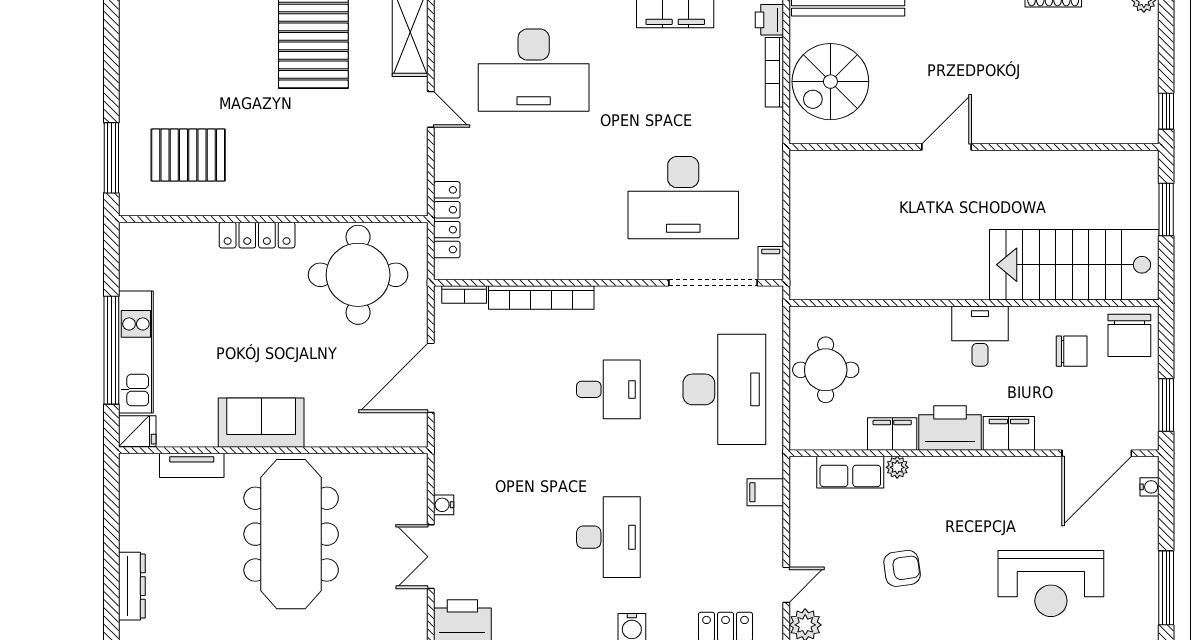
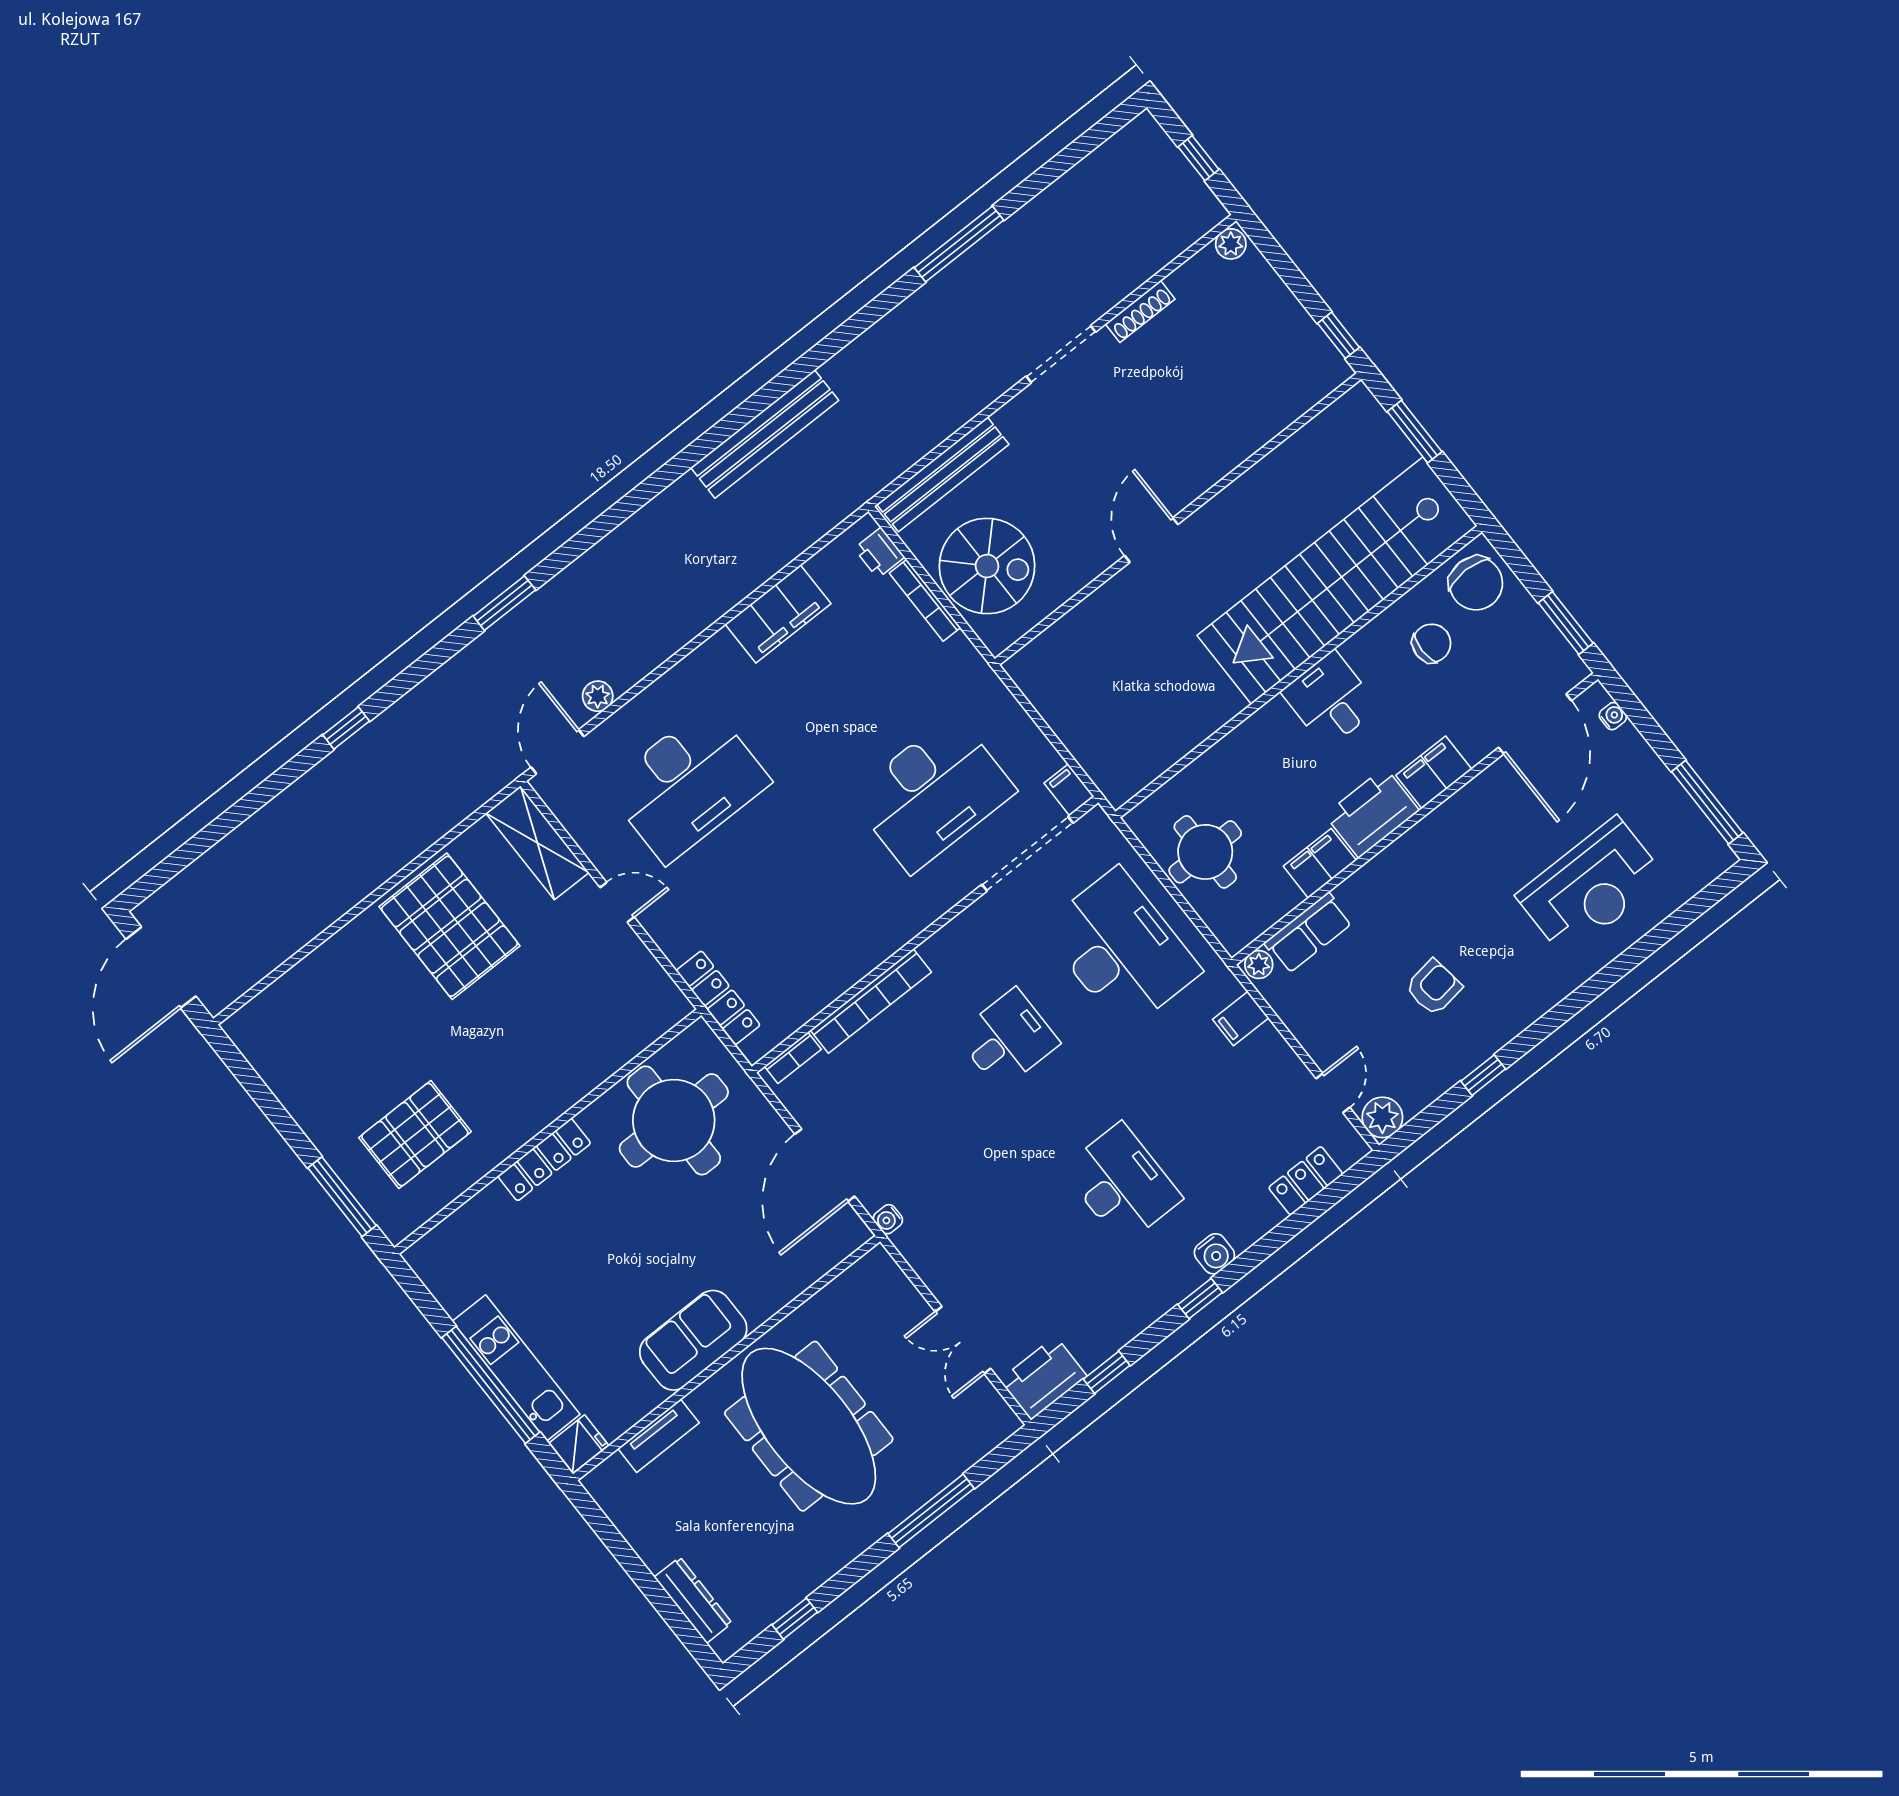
spiral stairs: (830, 82) -> (987, 566), turned -90
stairs: (1074, 265) -> (1337, 581), width x1.36
plant: (897, 467) -> (1259, 965), moved
water cooler: (444, 505) -> (888, 1219), moved

